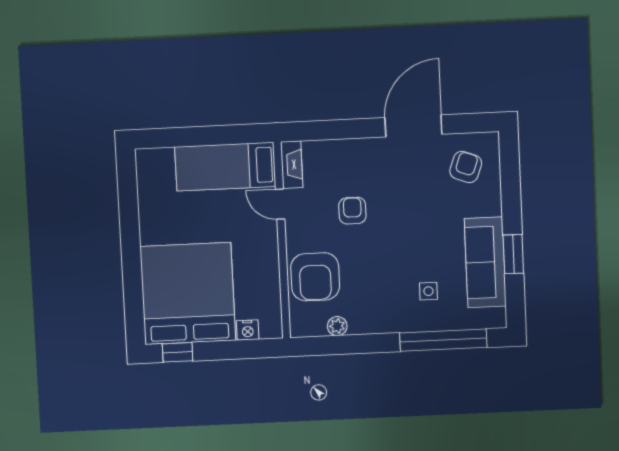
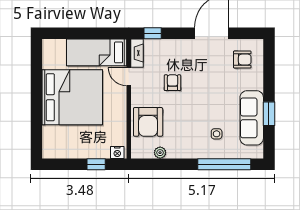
window: (316, 131) -> (153, 33), added
armchair: (466, 167) -> (242, 59), turned 70
bed: (188, 294) -> (72, 97), moved, turned 90
nightstand: (248, 330) -> (117, 153), moved
window: (178, 352) -> (96, 164), moved

